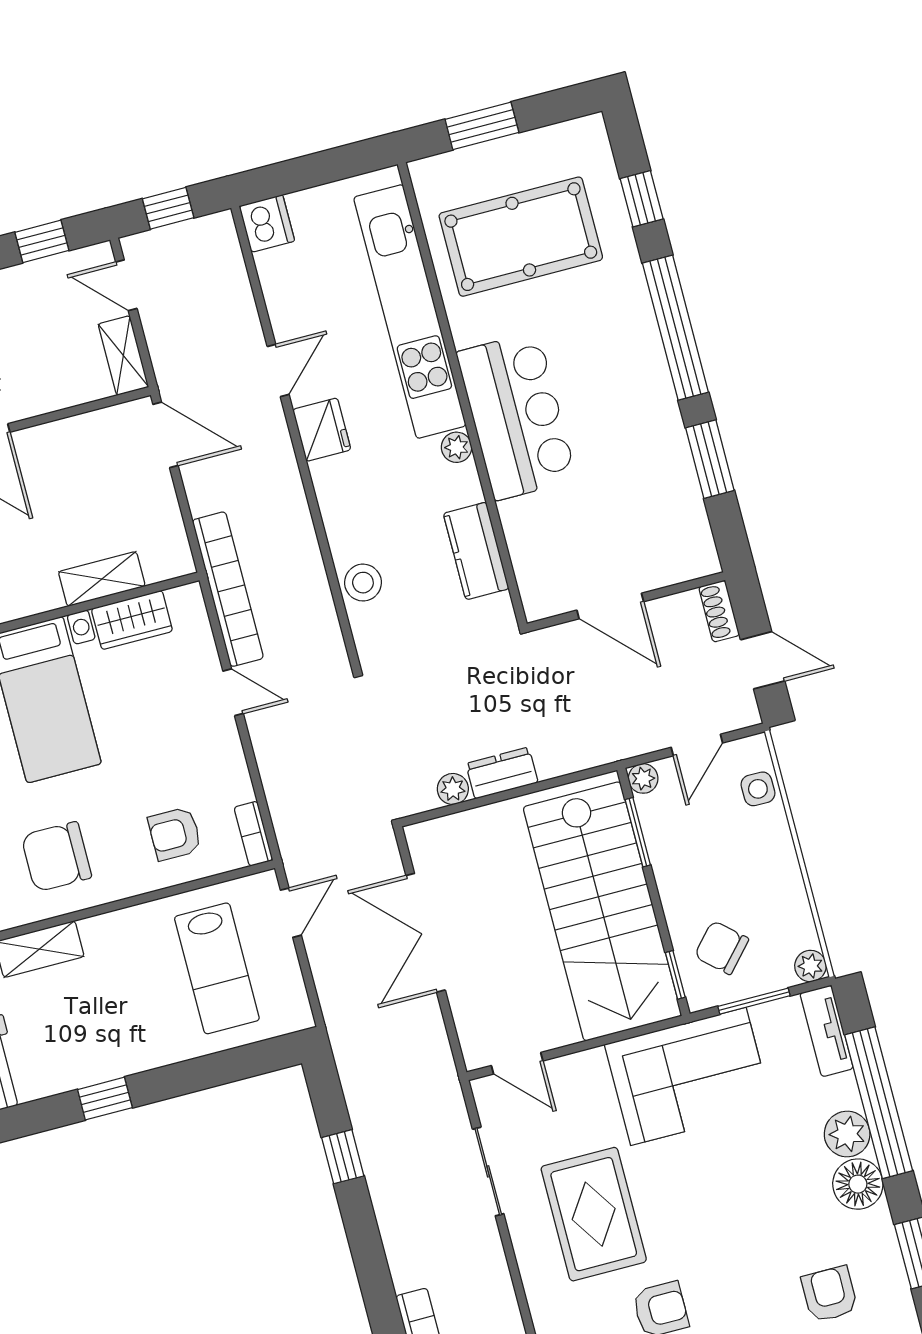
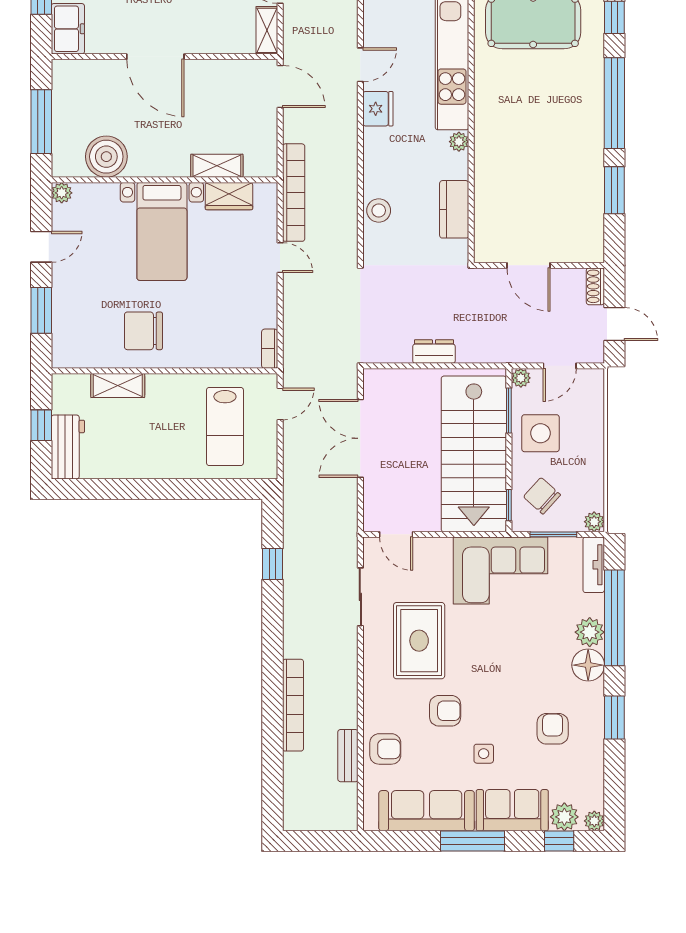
bar counter: (516, 416) -> (501, 132), removed
plant: (453, 789) -> (401, 353), removed
side table: (758, 789) -> (540, 433), moved, width x1.87, depth x1.87
armchair: (175, 834) -> (221, 336), removed
window: (105, 1099) -> (134, 489), removed

